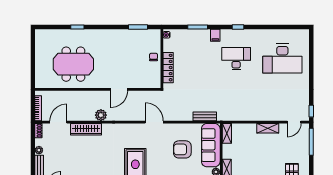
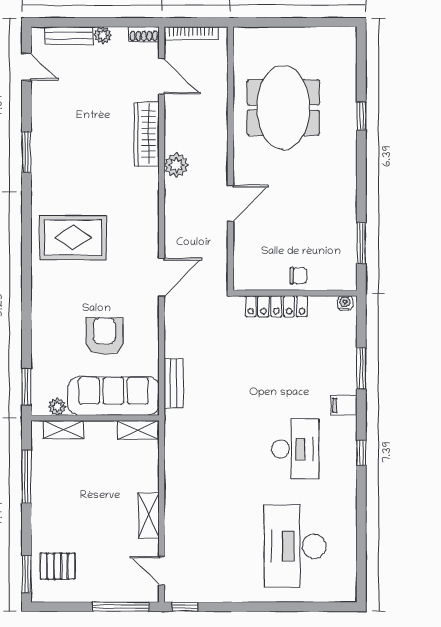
door: (119, 89) -> (230, 203), swing flipped

